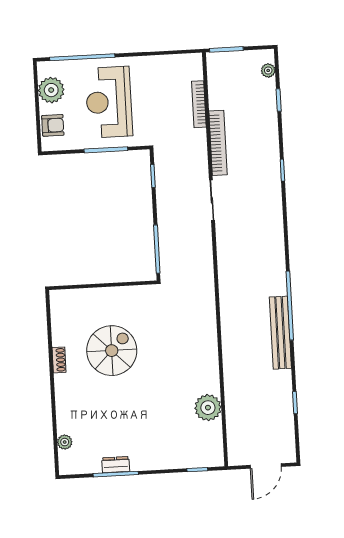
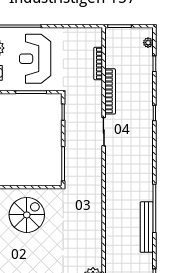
spiral stairs: (112, 351) -> (27, 215), moved

